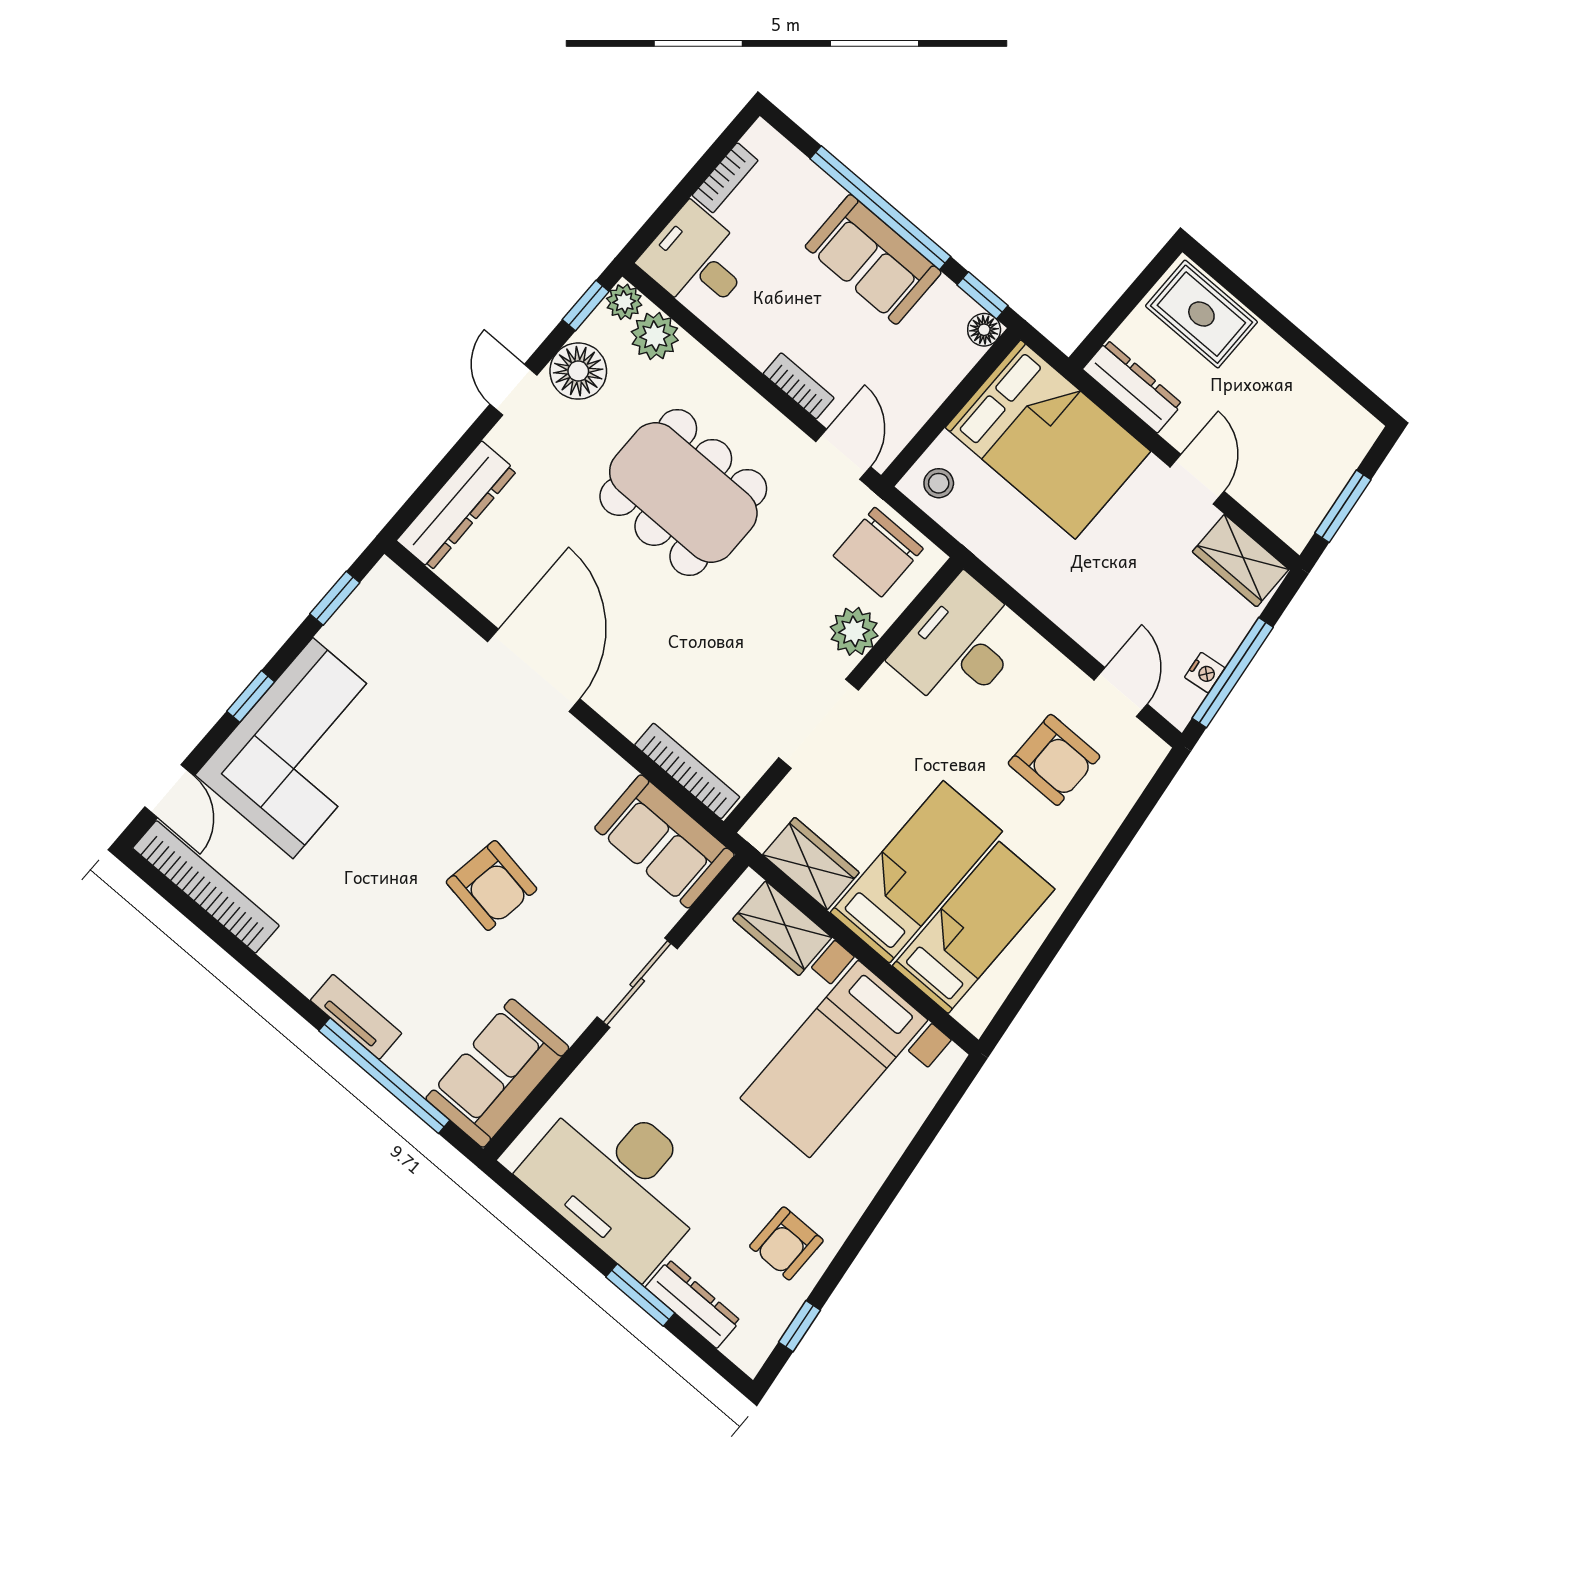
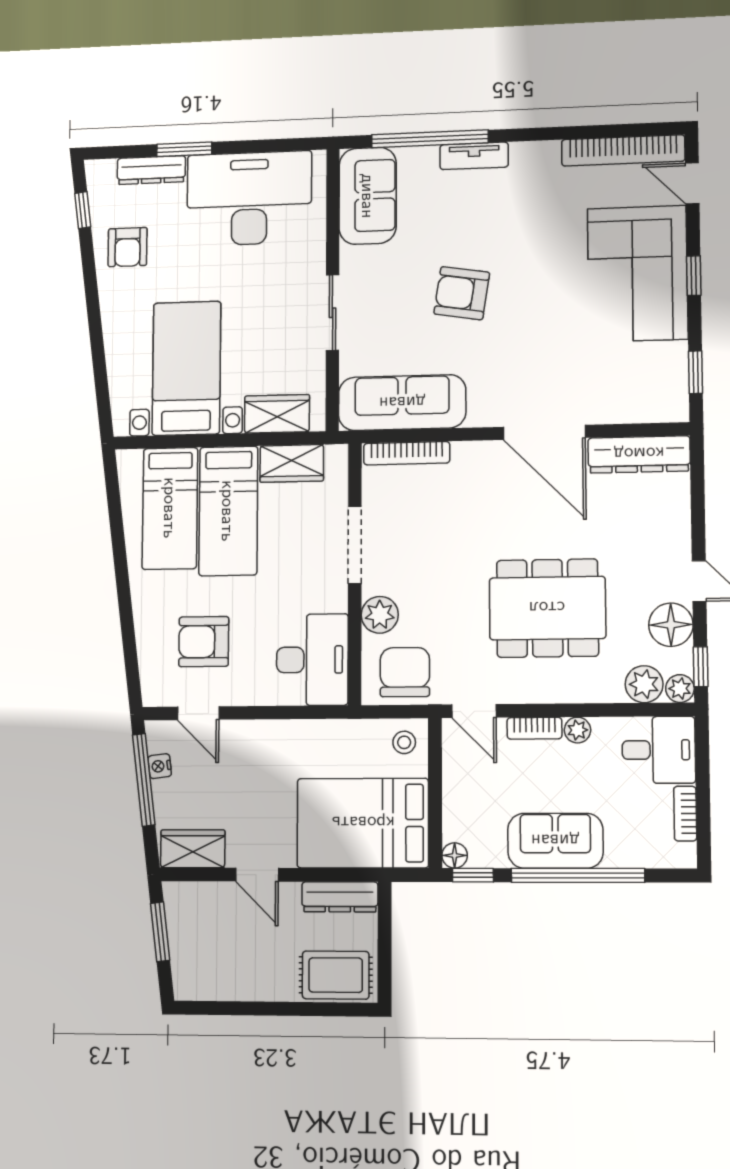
plant: (758, 348) -> (577, 730), added
dresser: (457, 506) -> (639, 454), moved, turned -90
sofa: (665, 841) -> (402, 403), width x1.36
armchair: (786, 1243) -> (128, 247), turned 180

